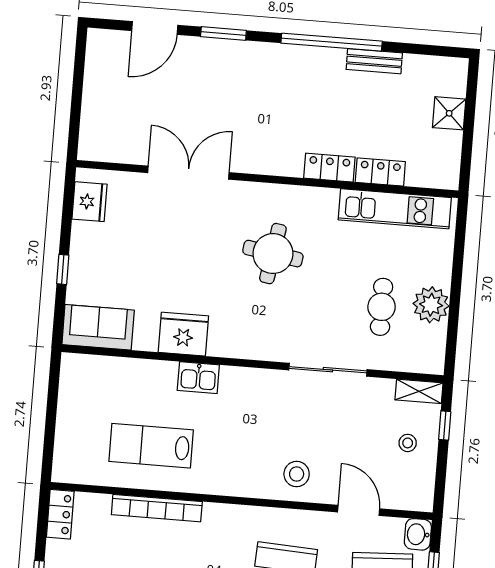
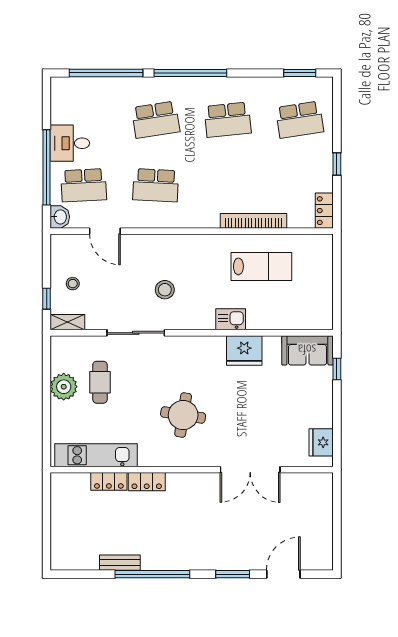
shower: (449, 113) -> (62, 529), removed
window: (63, 269) -> (337, 369), moved
stool: (297, 474) -> (165, 290), moved

